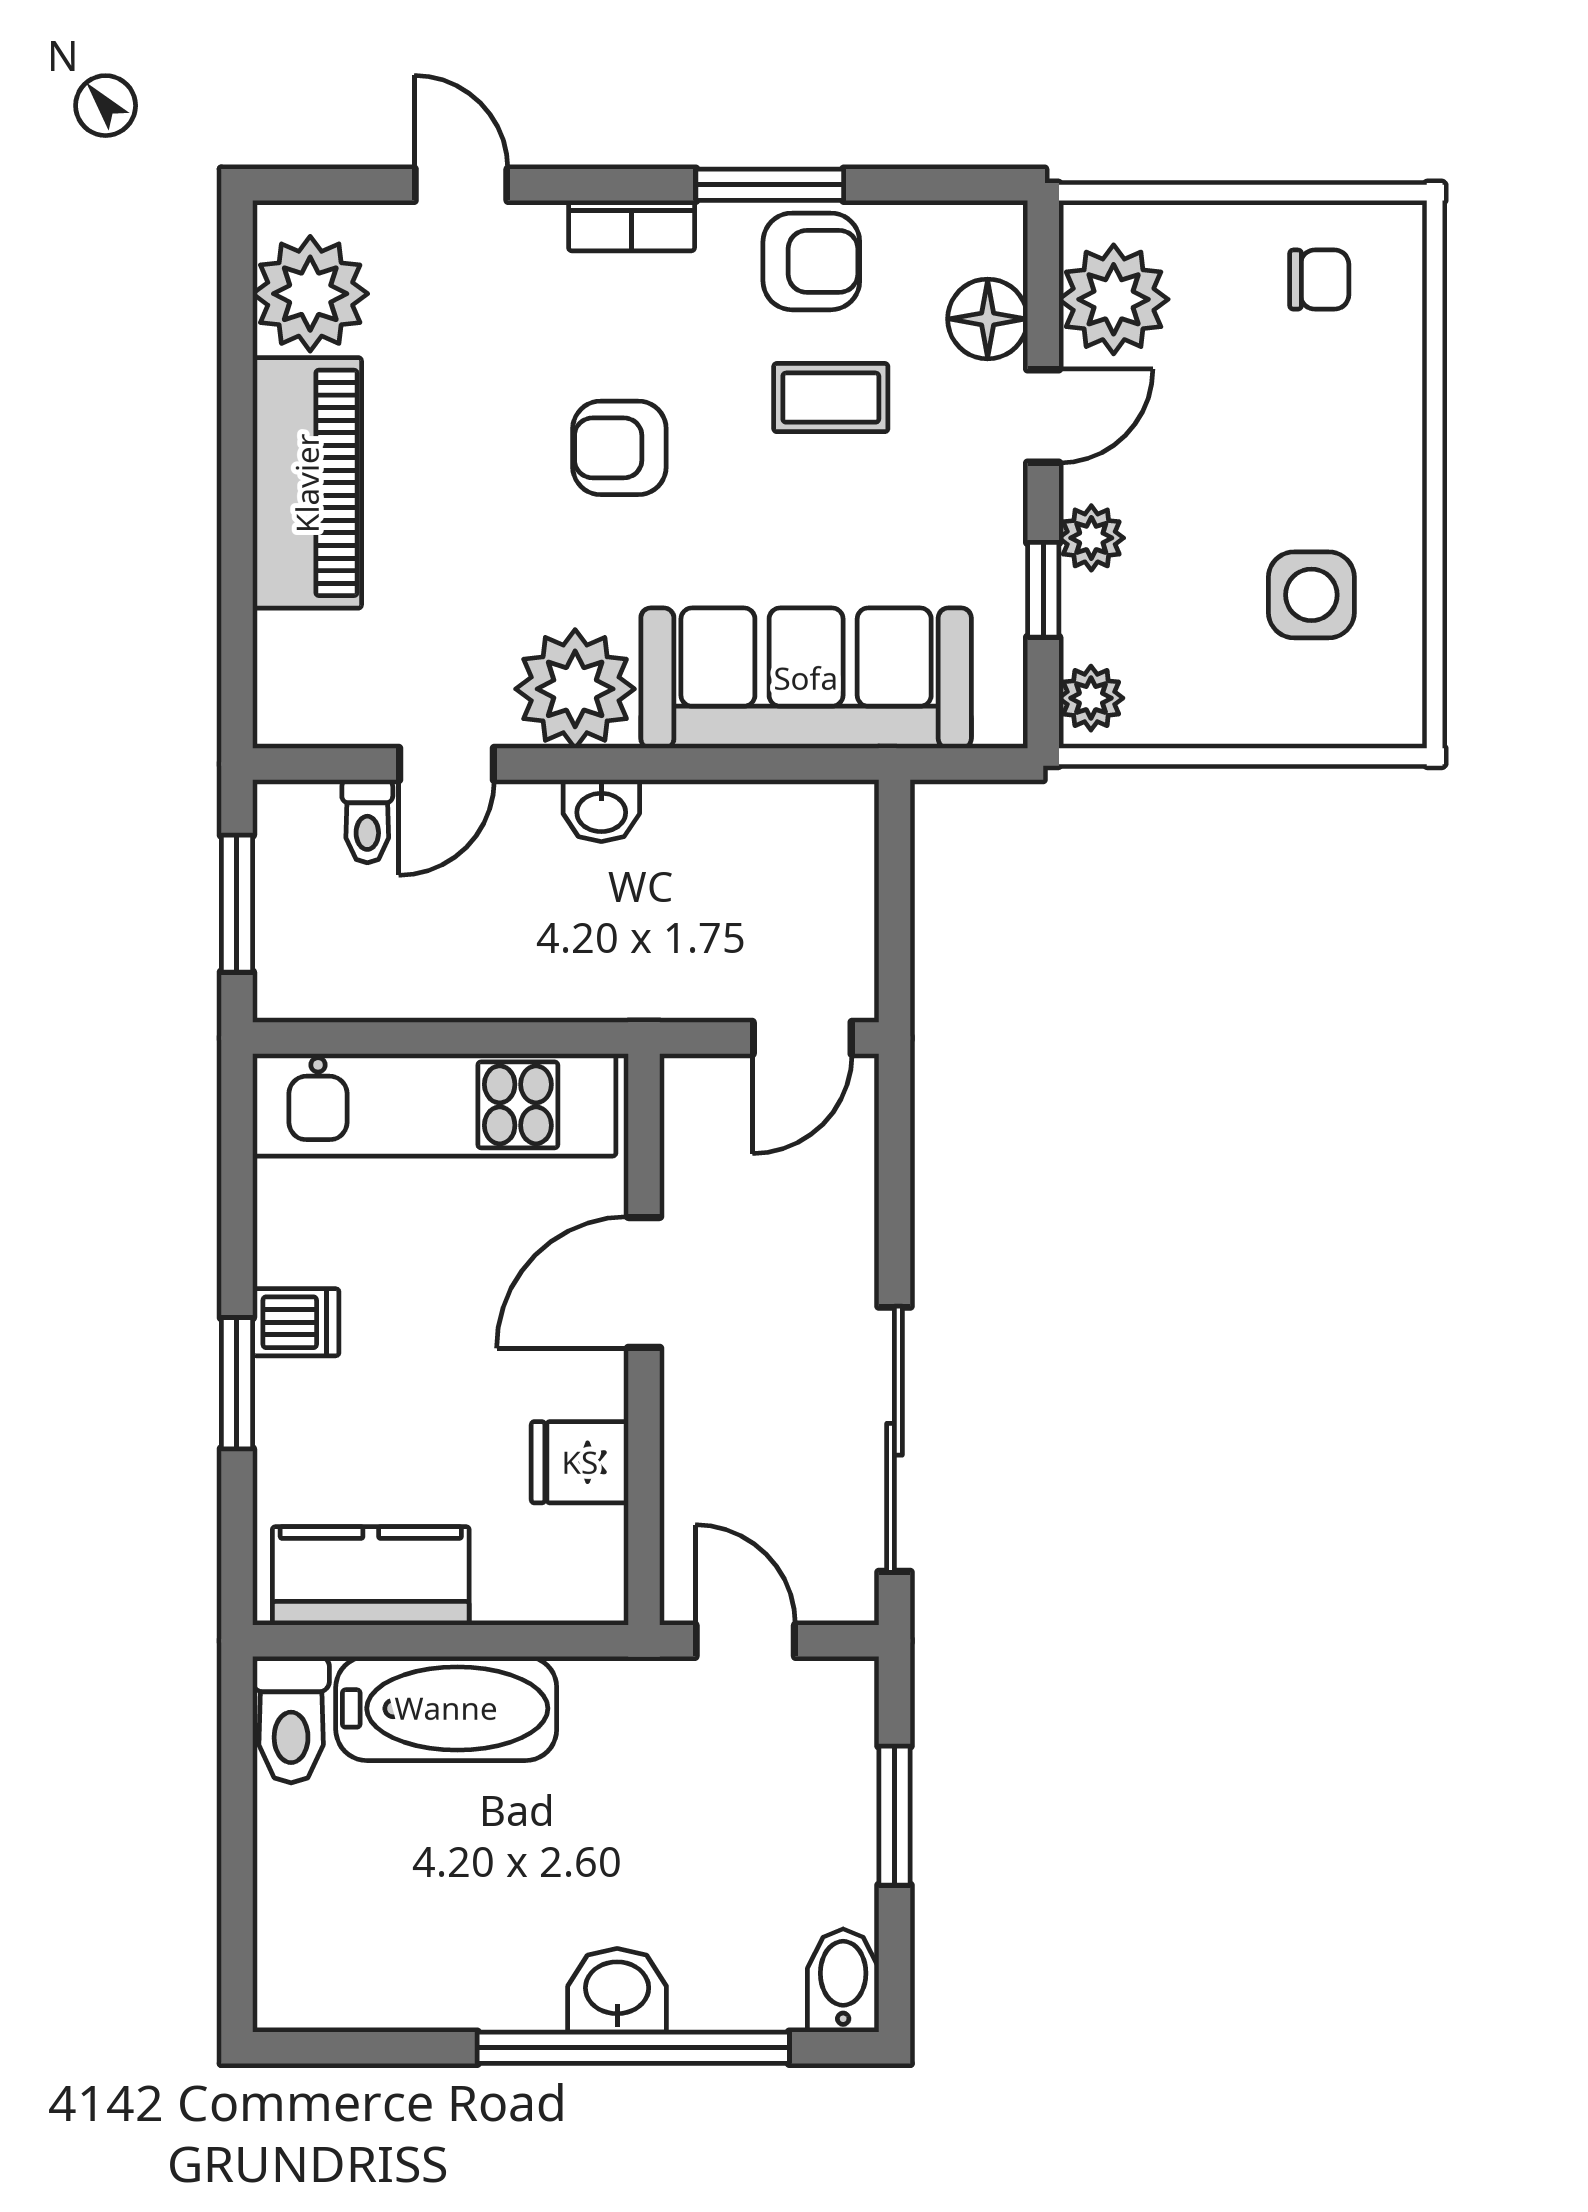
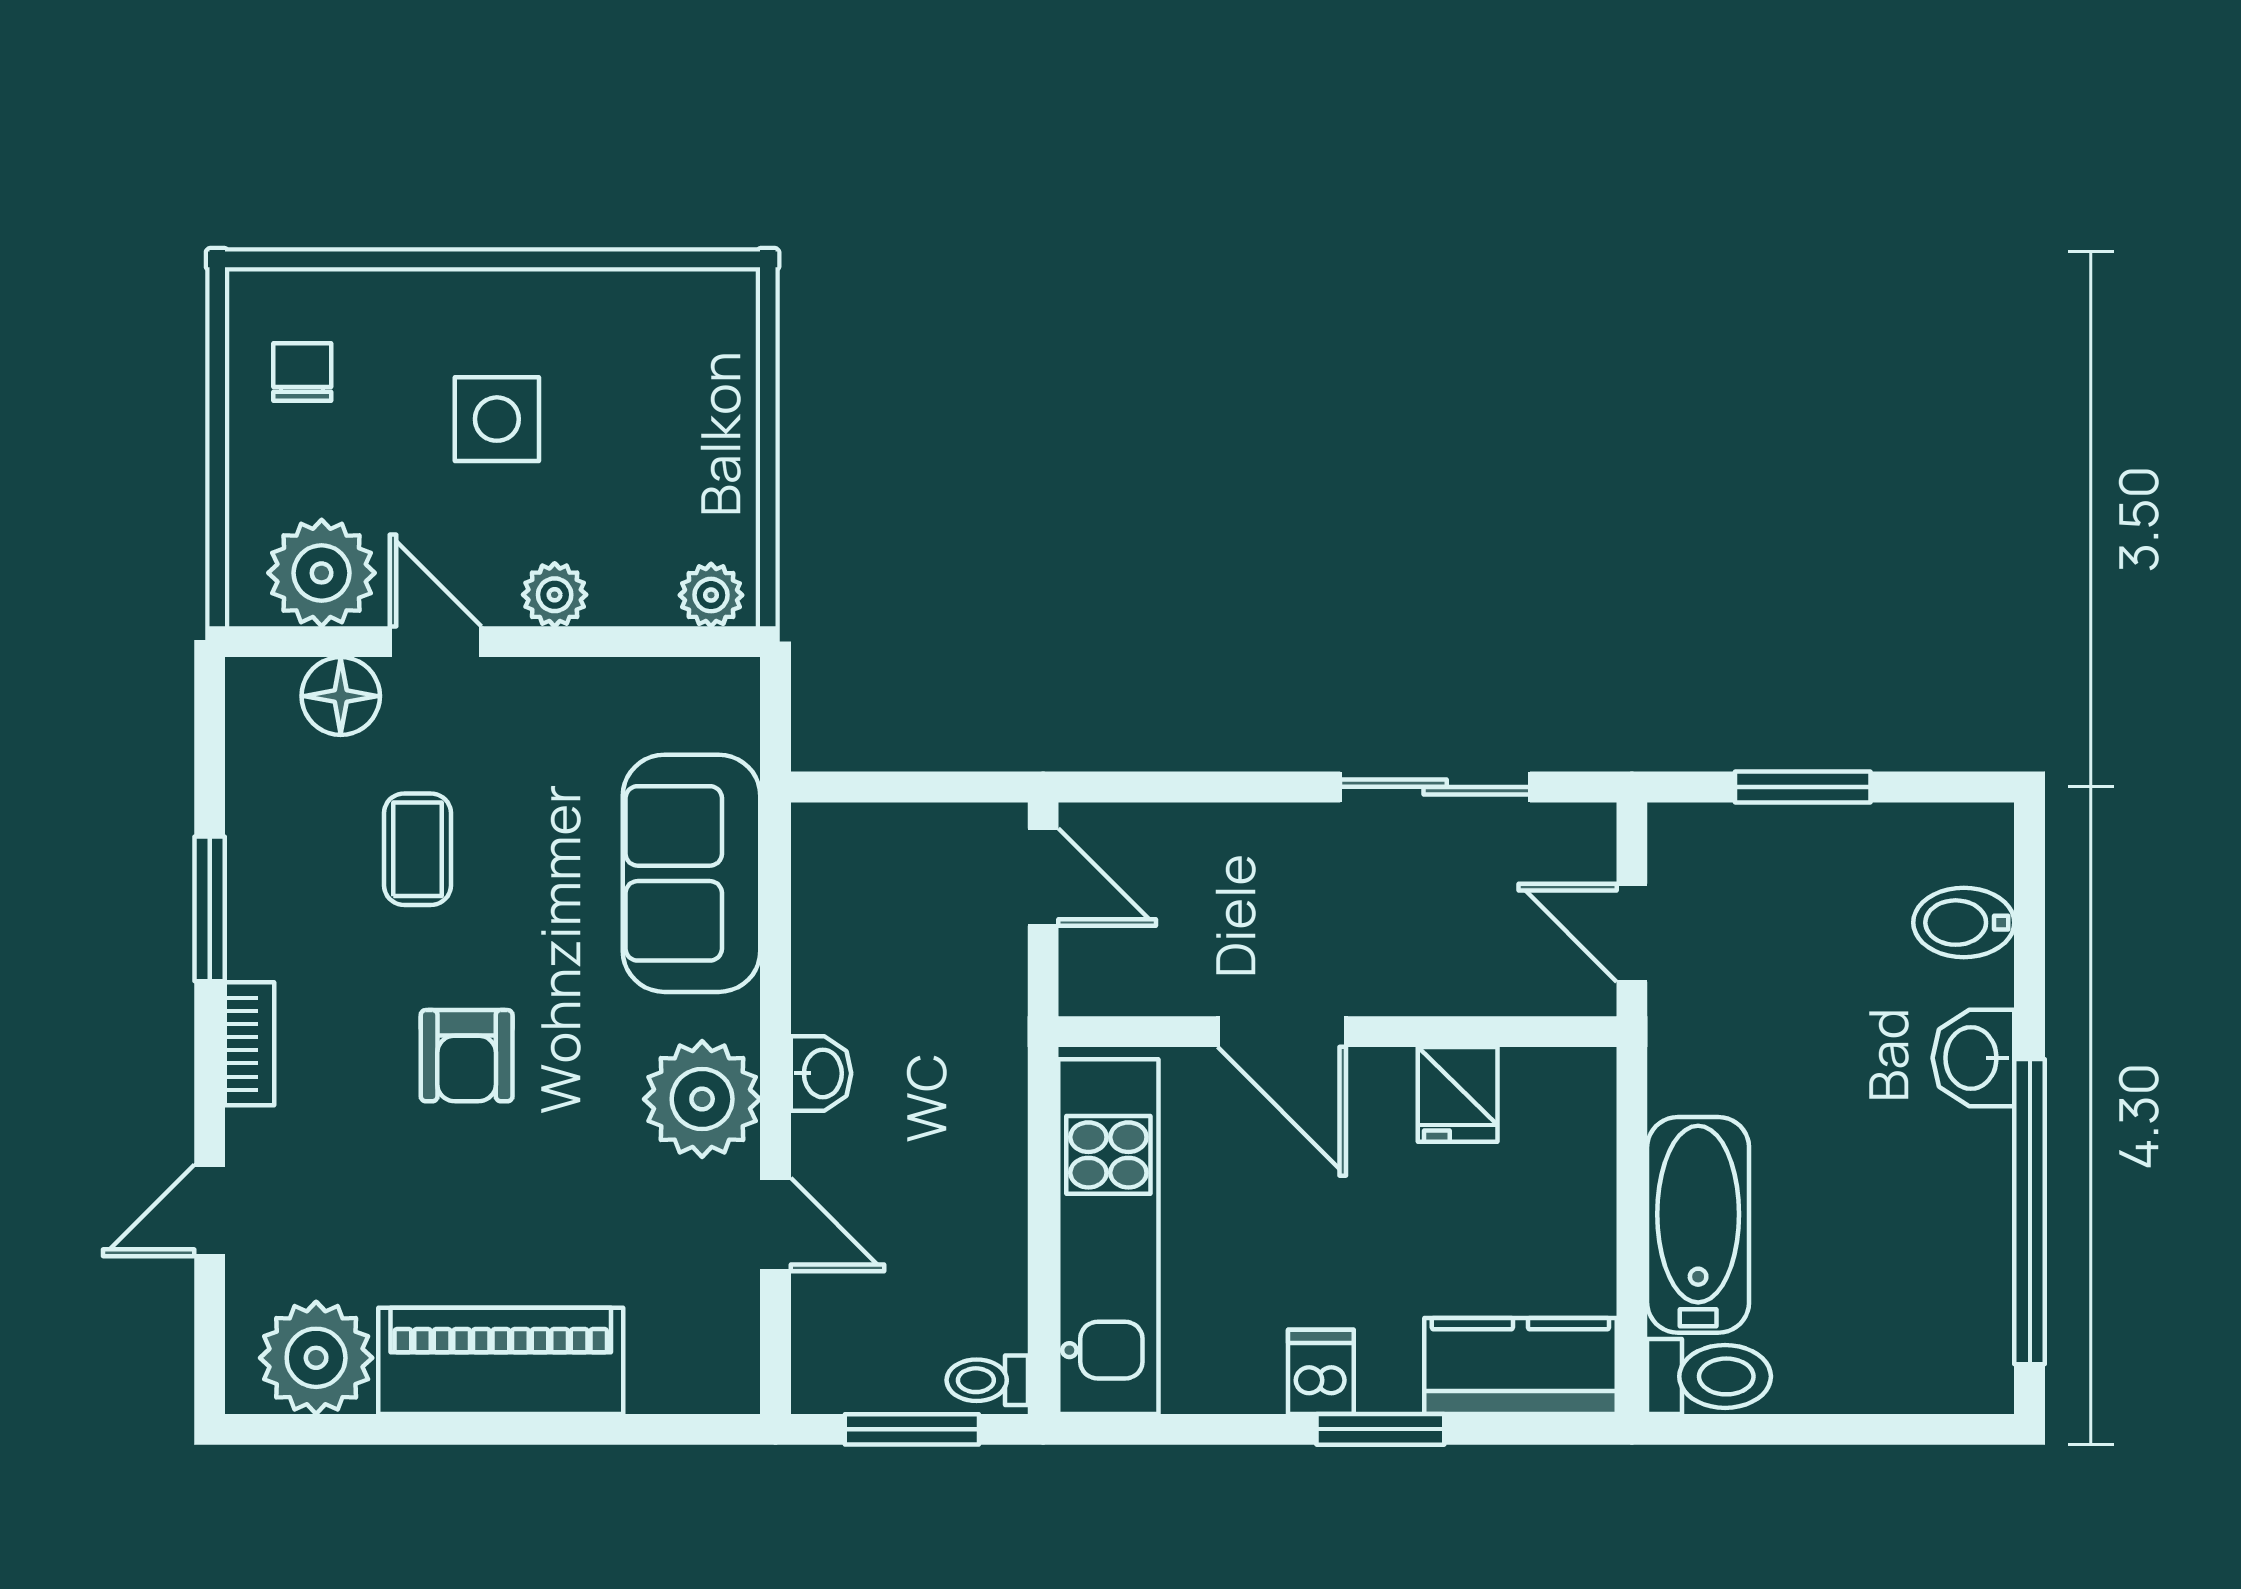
armchair: (811, 261) -> (284, 868), removed
window: (1043, 590) -> (605, 642), removed
side table: (1311, 595) -> (497, 419), moved
sofa: (806, 678) -> (692, 873), width x0.73
toilet: (367, 821) -> (987, 1380), moved, turned 180
sliding door: (894, 1439) -> (1435, 787), width x0.73
kitchen counter: (371, 1576) -> (1520, 1366), moved, turned 90
door: (745, 1641) -> (1632, 933), hinge flipped
bidet: (843, 1980) -> (1964, 923), moved
window: (633, 2048) -> (2030, 1212), moved

